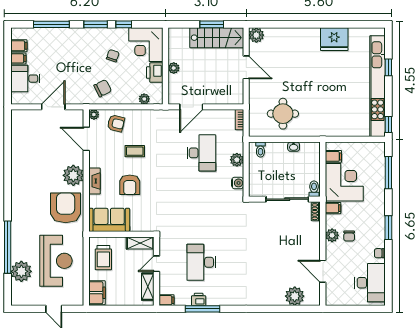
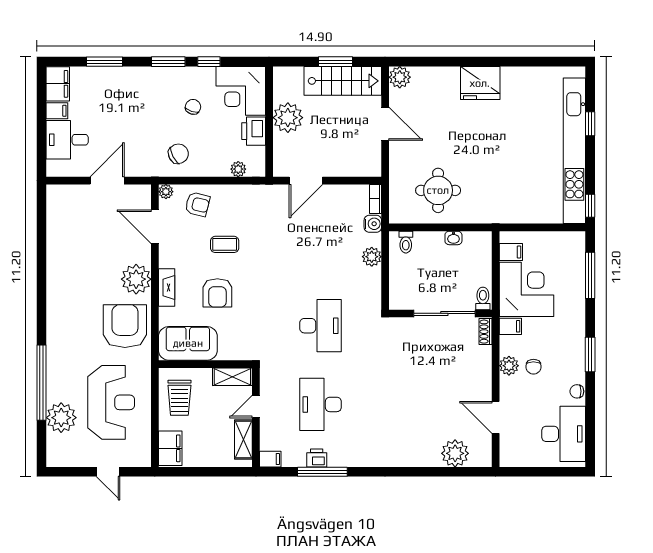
window: (51, 24) -> (105, 62), width x0.69
fridge: (334, 39) -> (480, 83), moved
filing cabinet: (19, 46) -> (58, 84), width x2.00
plant: (174, 68) -> (288, 118), width x1.87, depth x1.87
desk: (201, 153) -> (321, 326), moved
water cooler: (238, 183) -> (373, 224), moved

